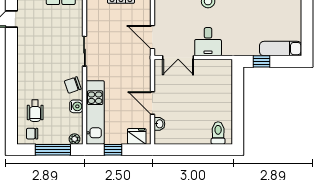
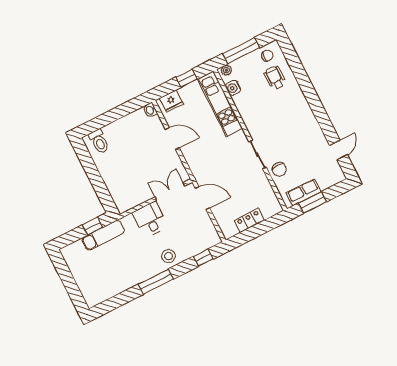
exam couch: (281, 49) -> (103, 235), moved
chair: (73, 85) -> (279, 169), moved, turned 109
water cooler: (76, 106) -> (233, 88), moved
washbasin: (159, 124) -> (150, 110), moved

